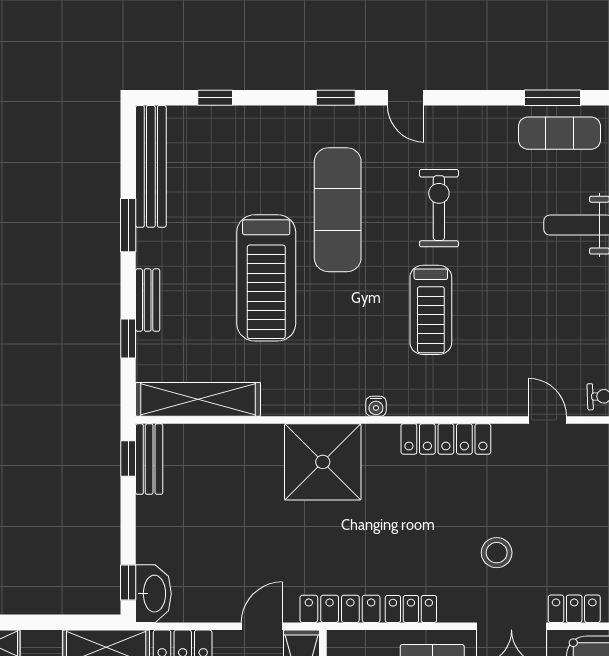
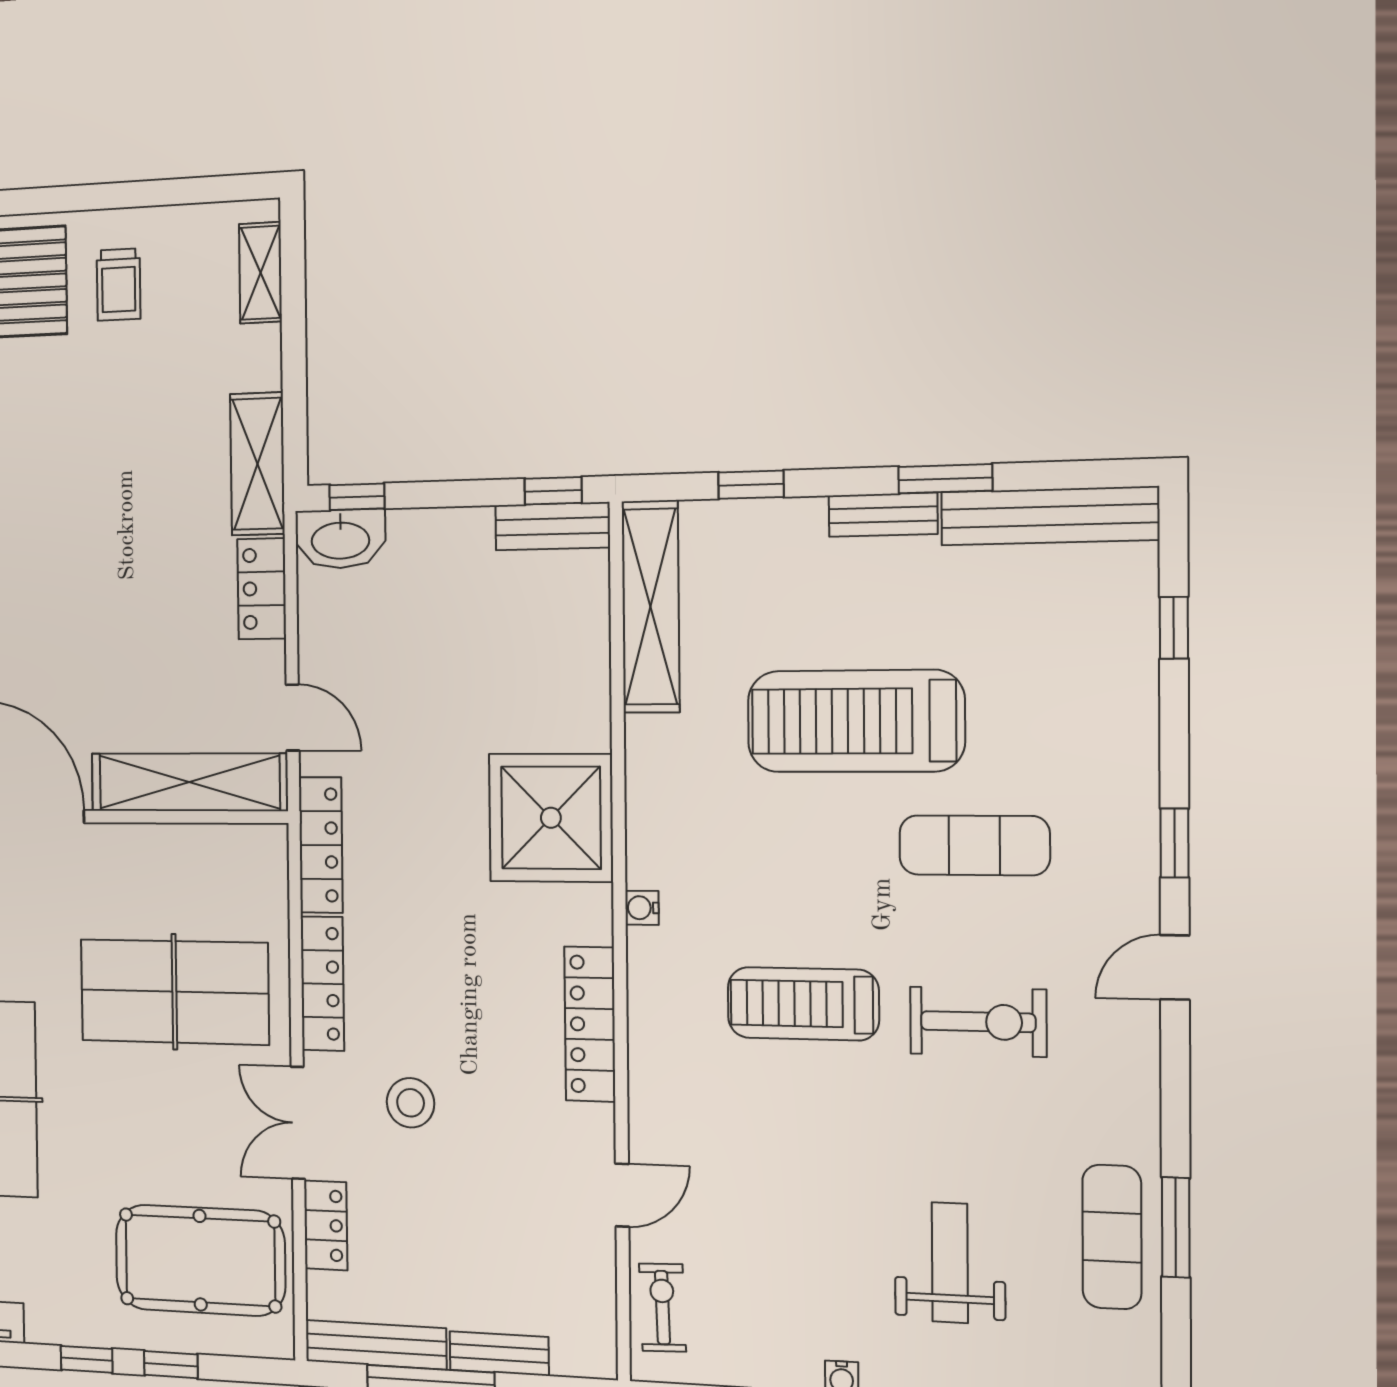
exercise mat: (338, 210) -> (974, 845), width x0.73, depth x0.69
bench: (148, 300) -> (883, 515), moved
locker: (411, 609) -> (322, 984), width x1.53

